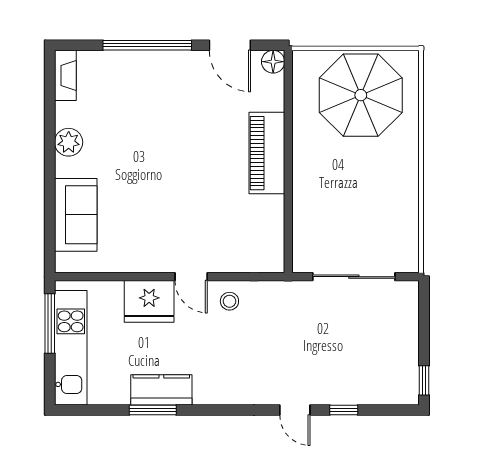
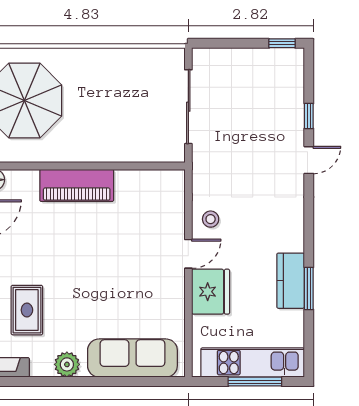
rug: (129, 98) -> (27, 310), added
sofa: (76, 215) -> (132, 358), width x1.36
window: (50, 323) -> (255, 382), moved

